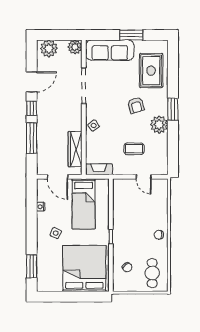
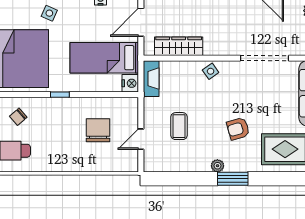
plant: (159, 125) -> (217, 166), width x0.53, depth x0.53
nightstand: (102, 185) -> (130, 83), added
side table: (56, 233) -> (49, 13), moved
chair: (159, 235) -> (98, 130), moved, width x1.87, depth x1.87

